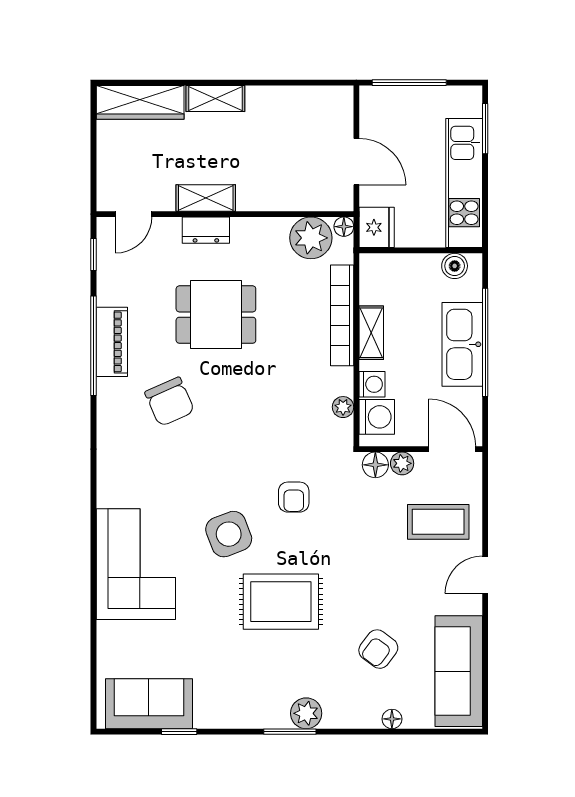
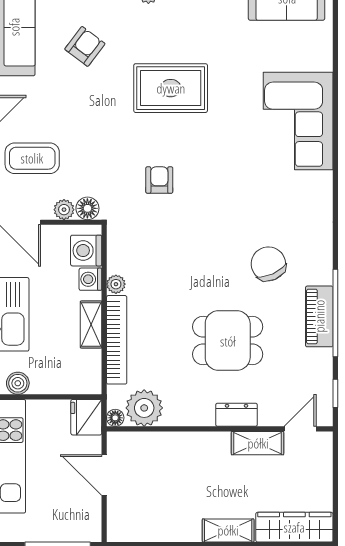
shelving: (206, 198) -> (258, 443), moved
plant: (343, 407) -> (116, 284), moved
side table: (229, 534) -> (216, 147), removed

